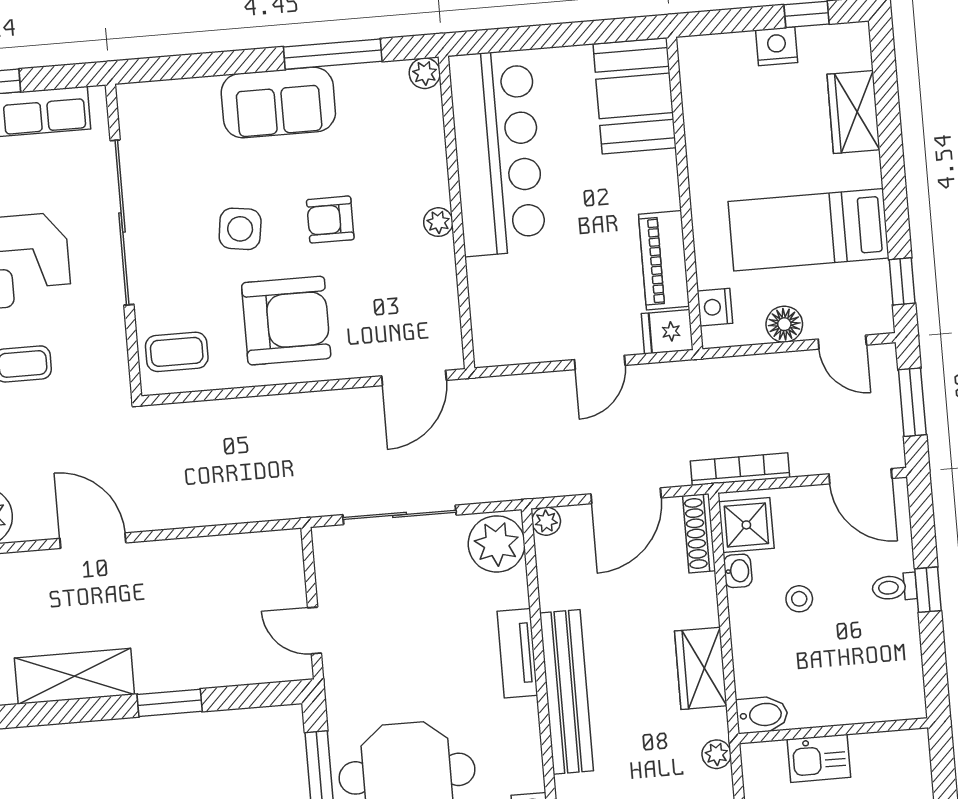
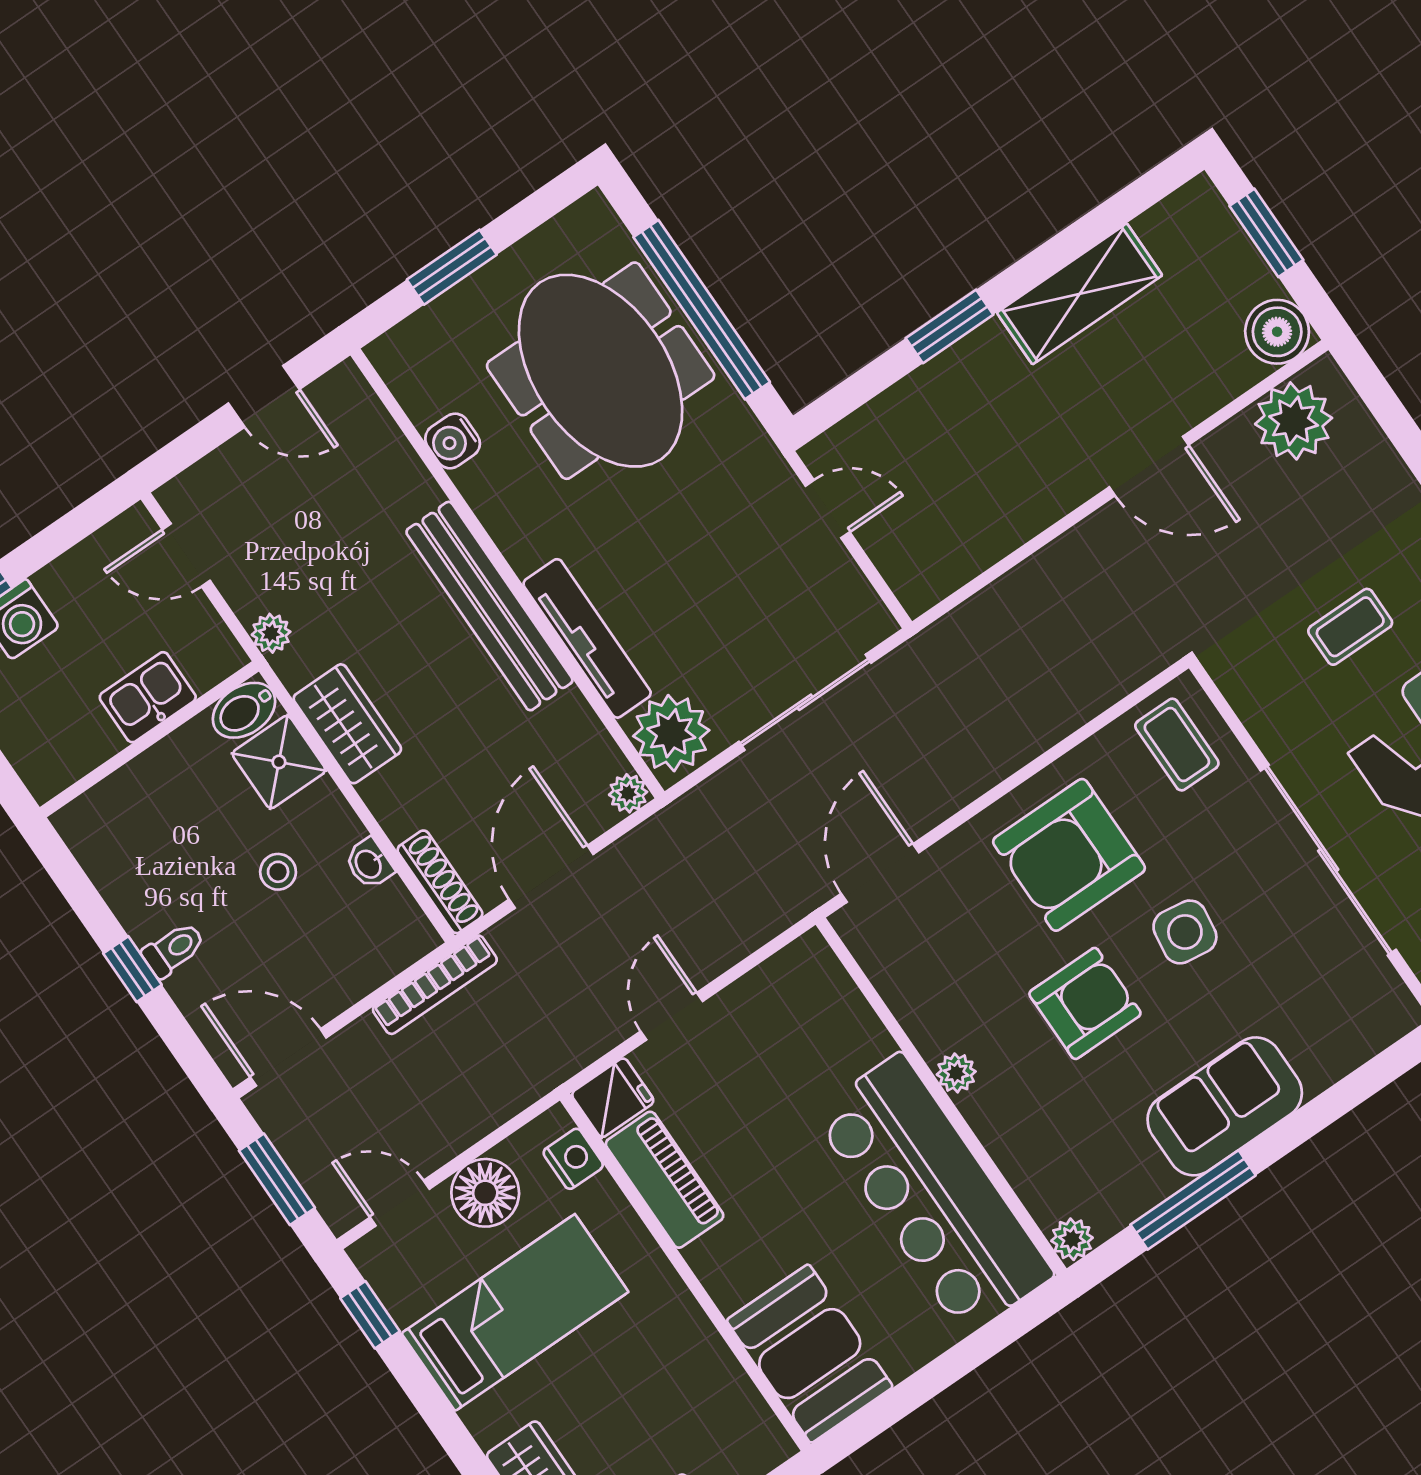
armchair: (330, 220) -> (1085, 1003), width x1.38, depth x1.38
floor lamp: (784, 324) -> (485, 1193), width x1.38, depth x1.38
coffee table: (177, 352) -> (1177, 745), turned 90
shower: (746, 525) -> (279, 762), moved
tv unit: (517, 653) -> (587, 638), width x1.41

